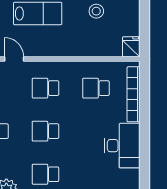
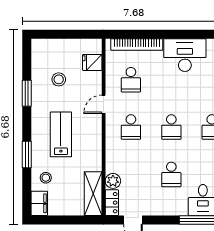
fridge: (131, 47) -> (92, 62), moved
door: (14, 59) -> (104, 104), moved

